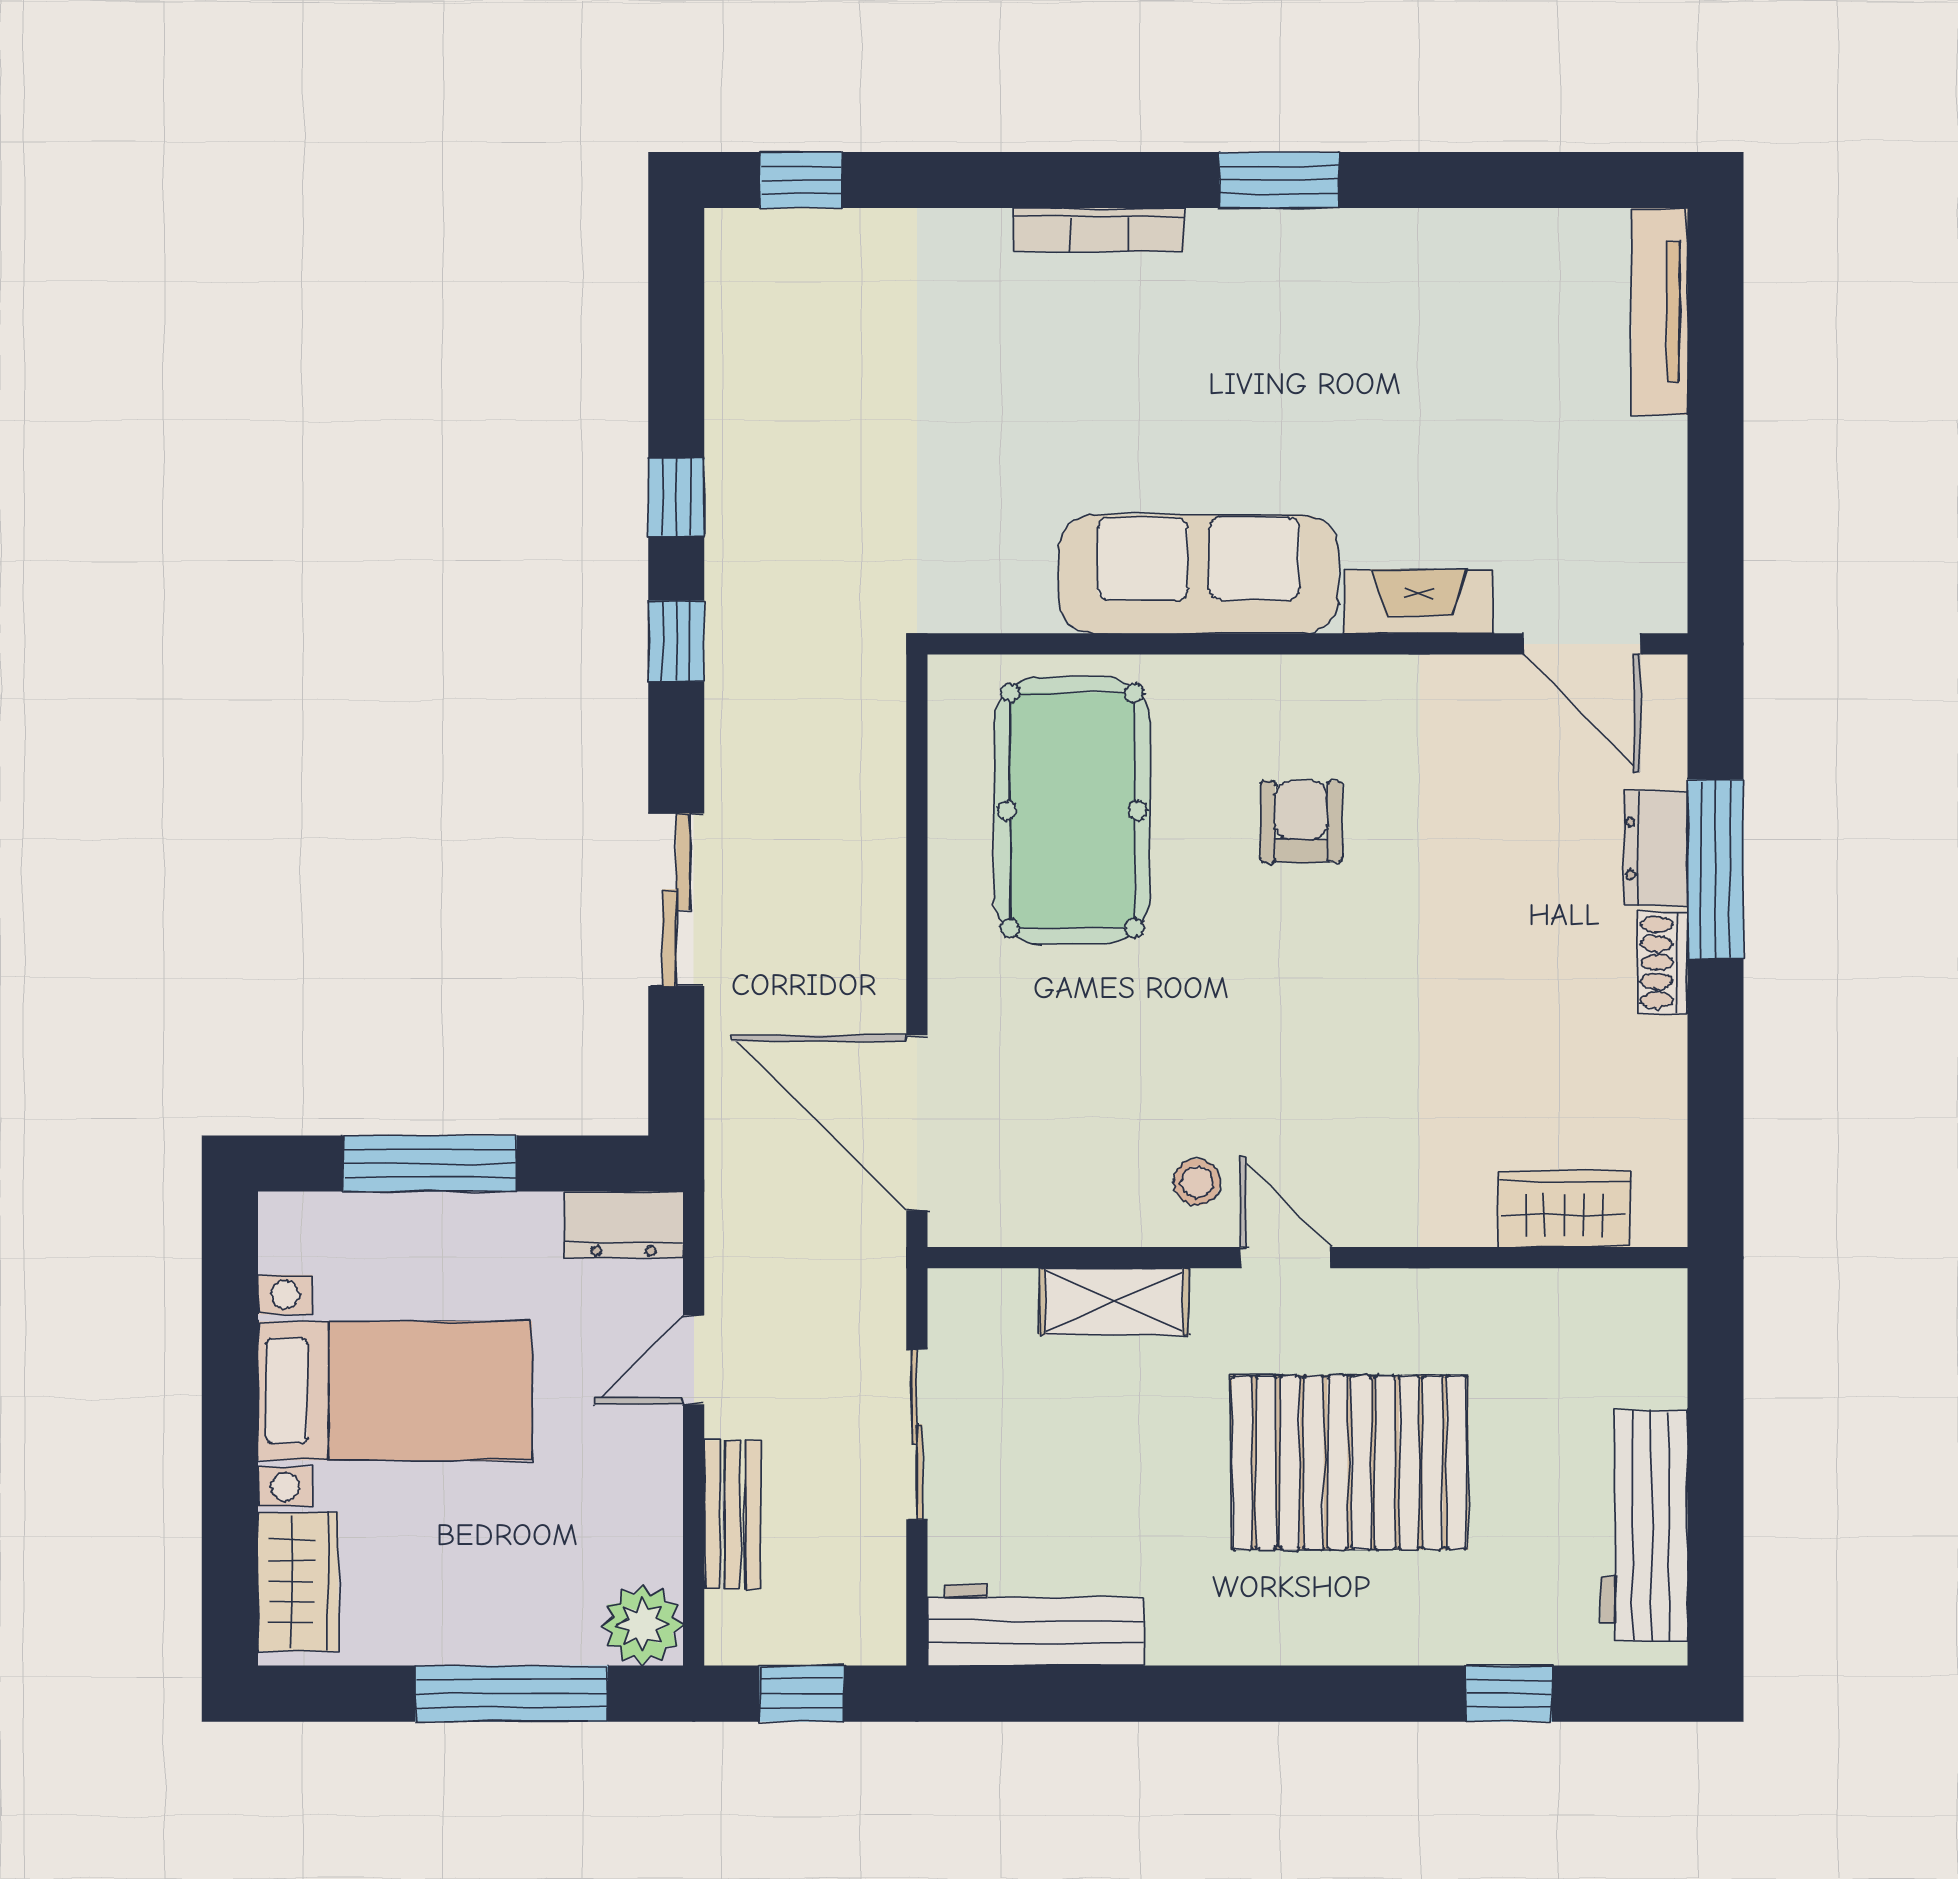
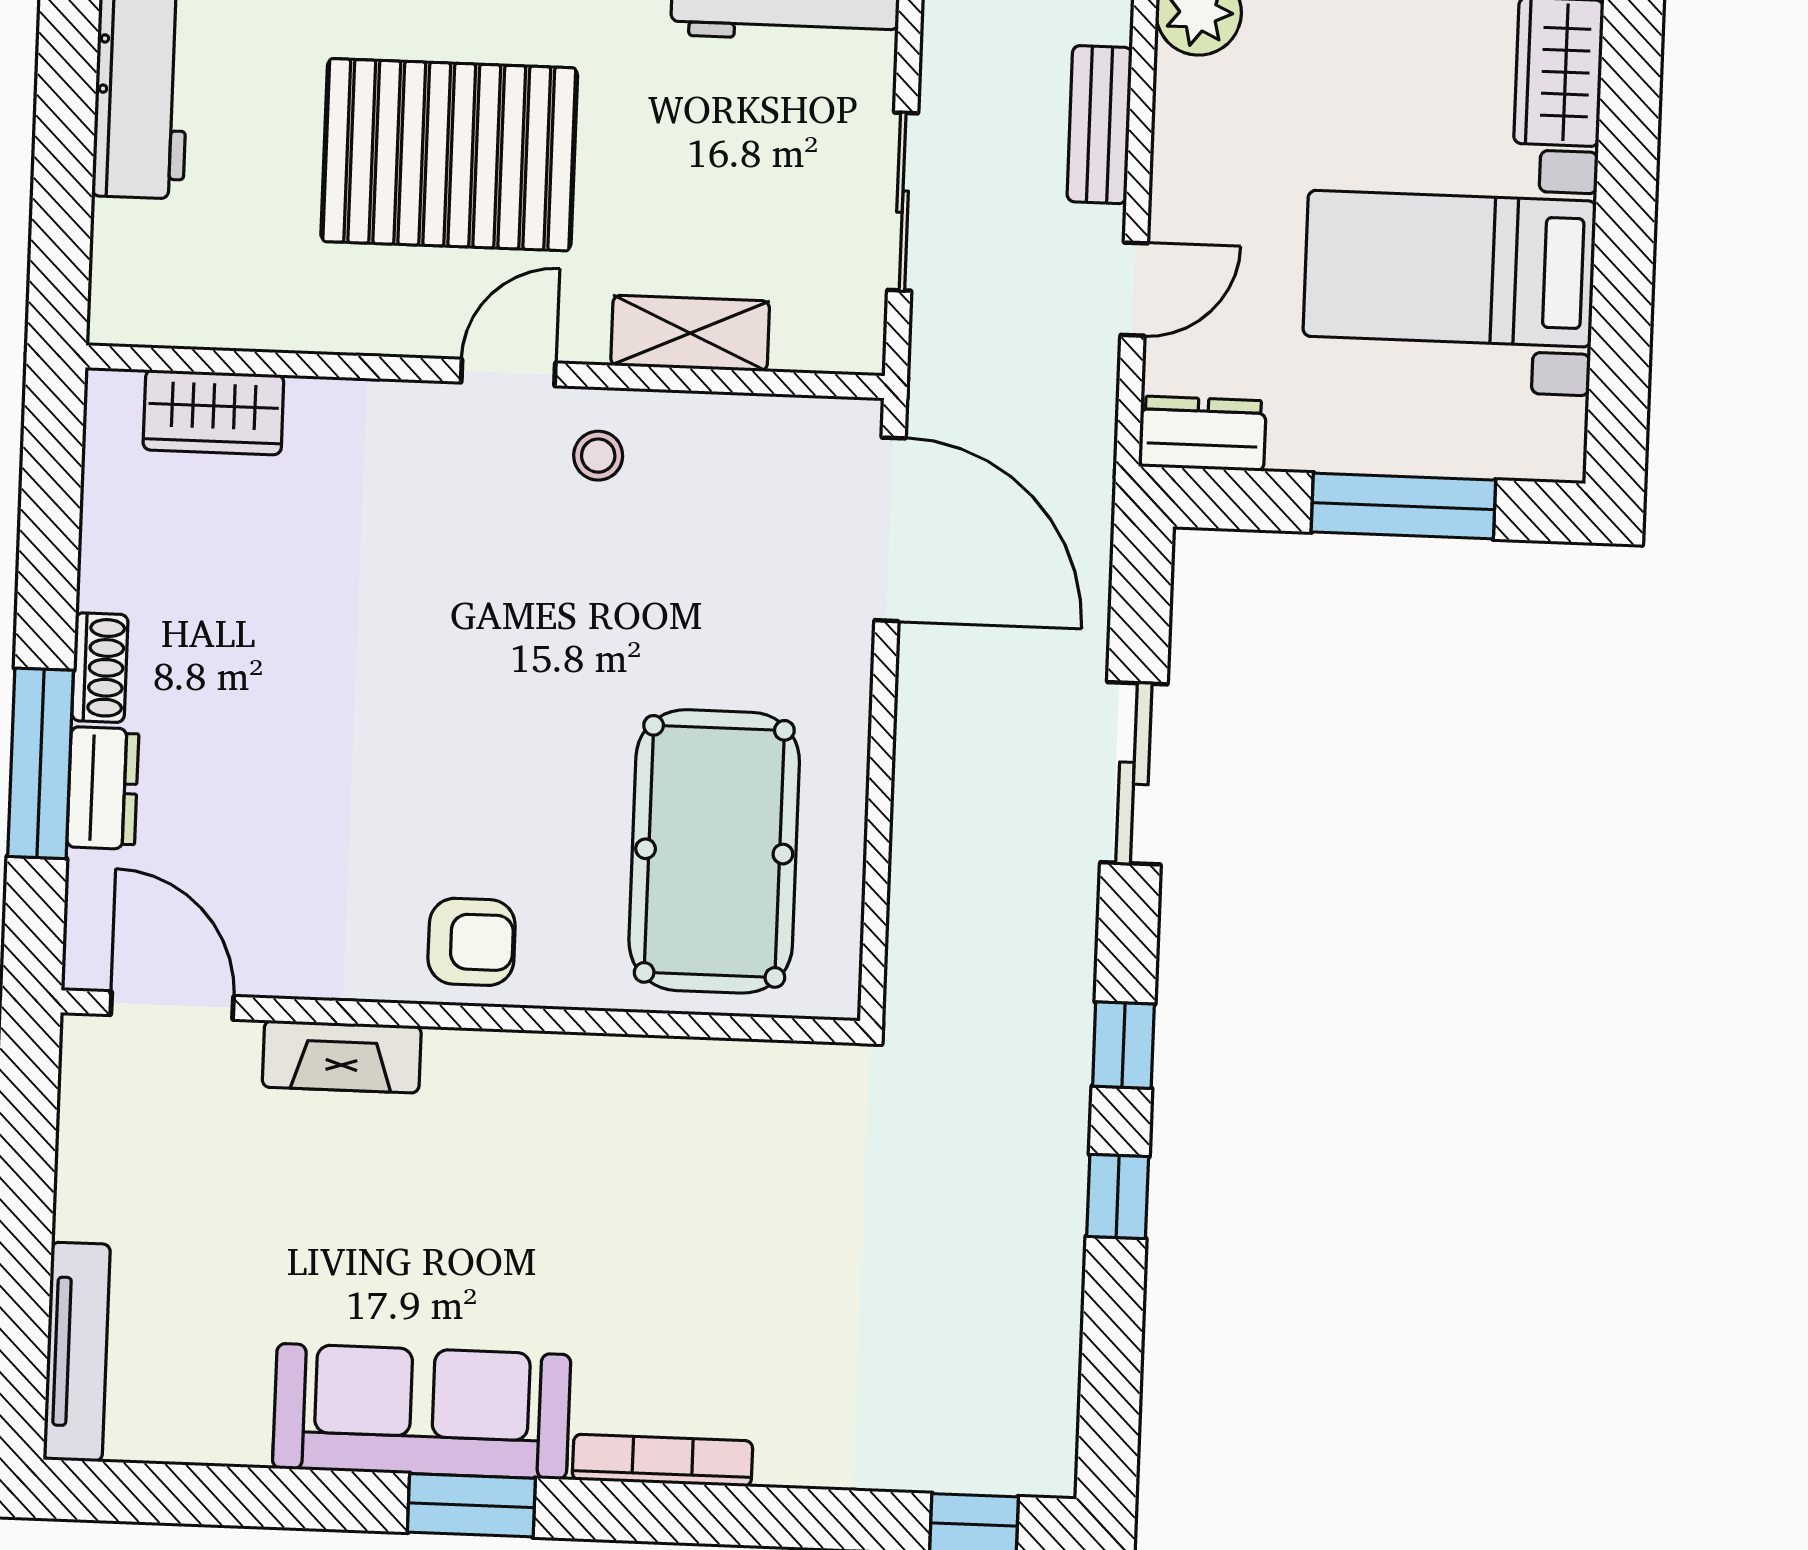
sofa: (1199, 574) -> (422, 1411), moved, turned 180
armchair: (1301, 821) -> (472, 942), moved, turned -90
door: (1285, 1258) -> (508, 373), swing flipped

